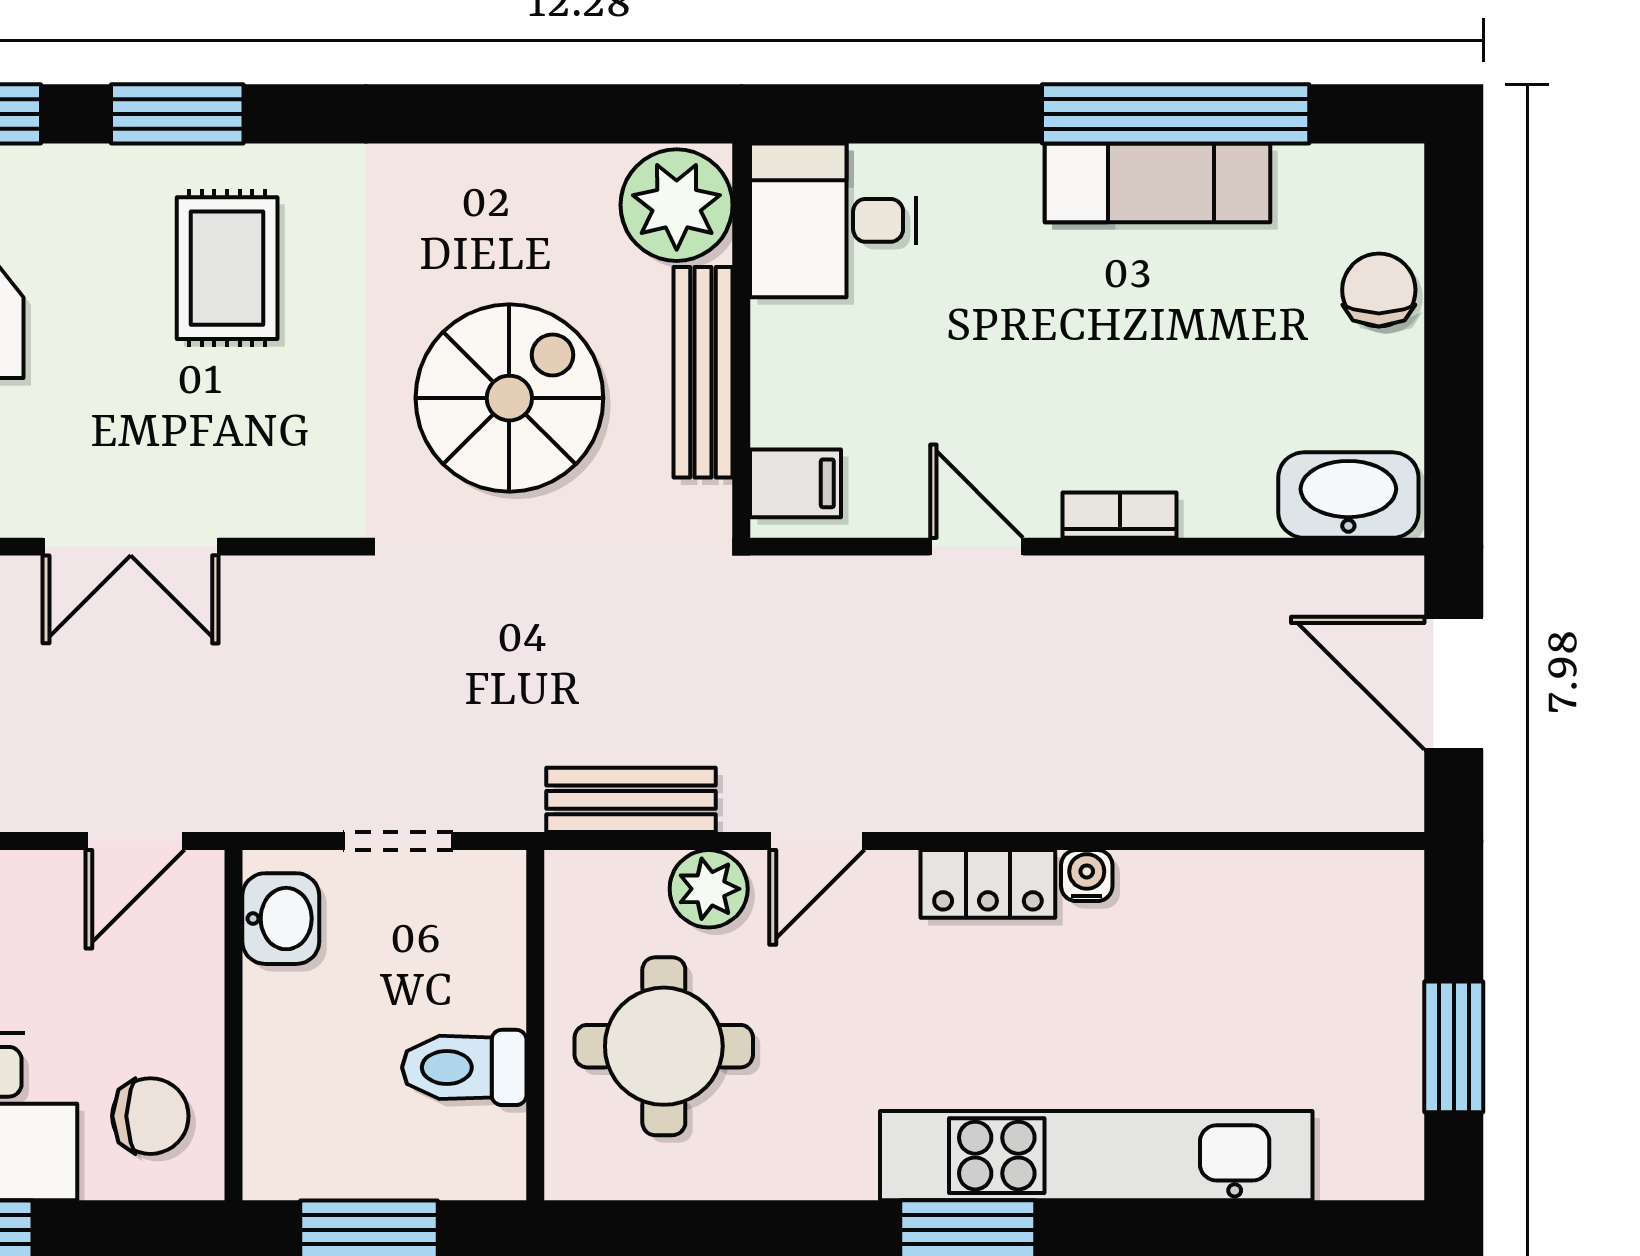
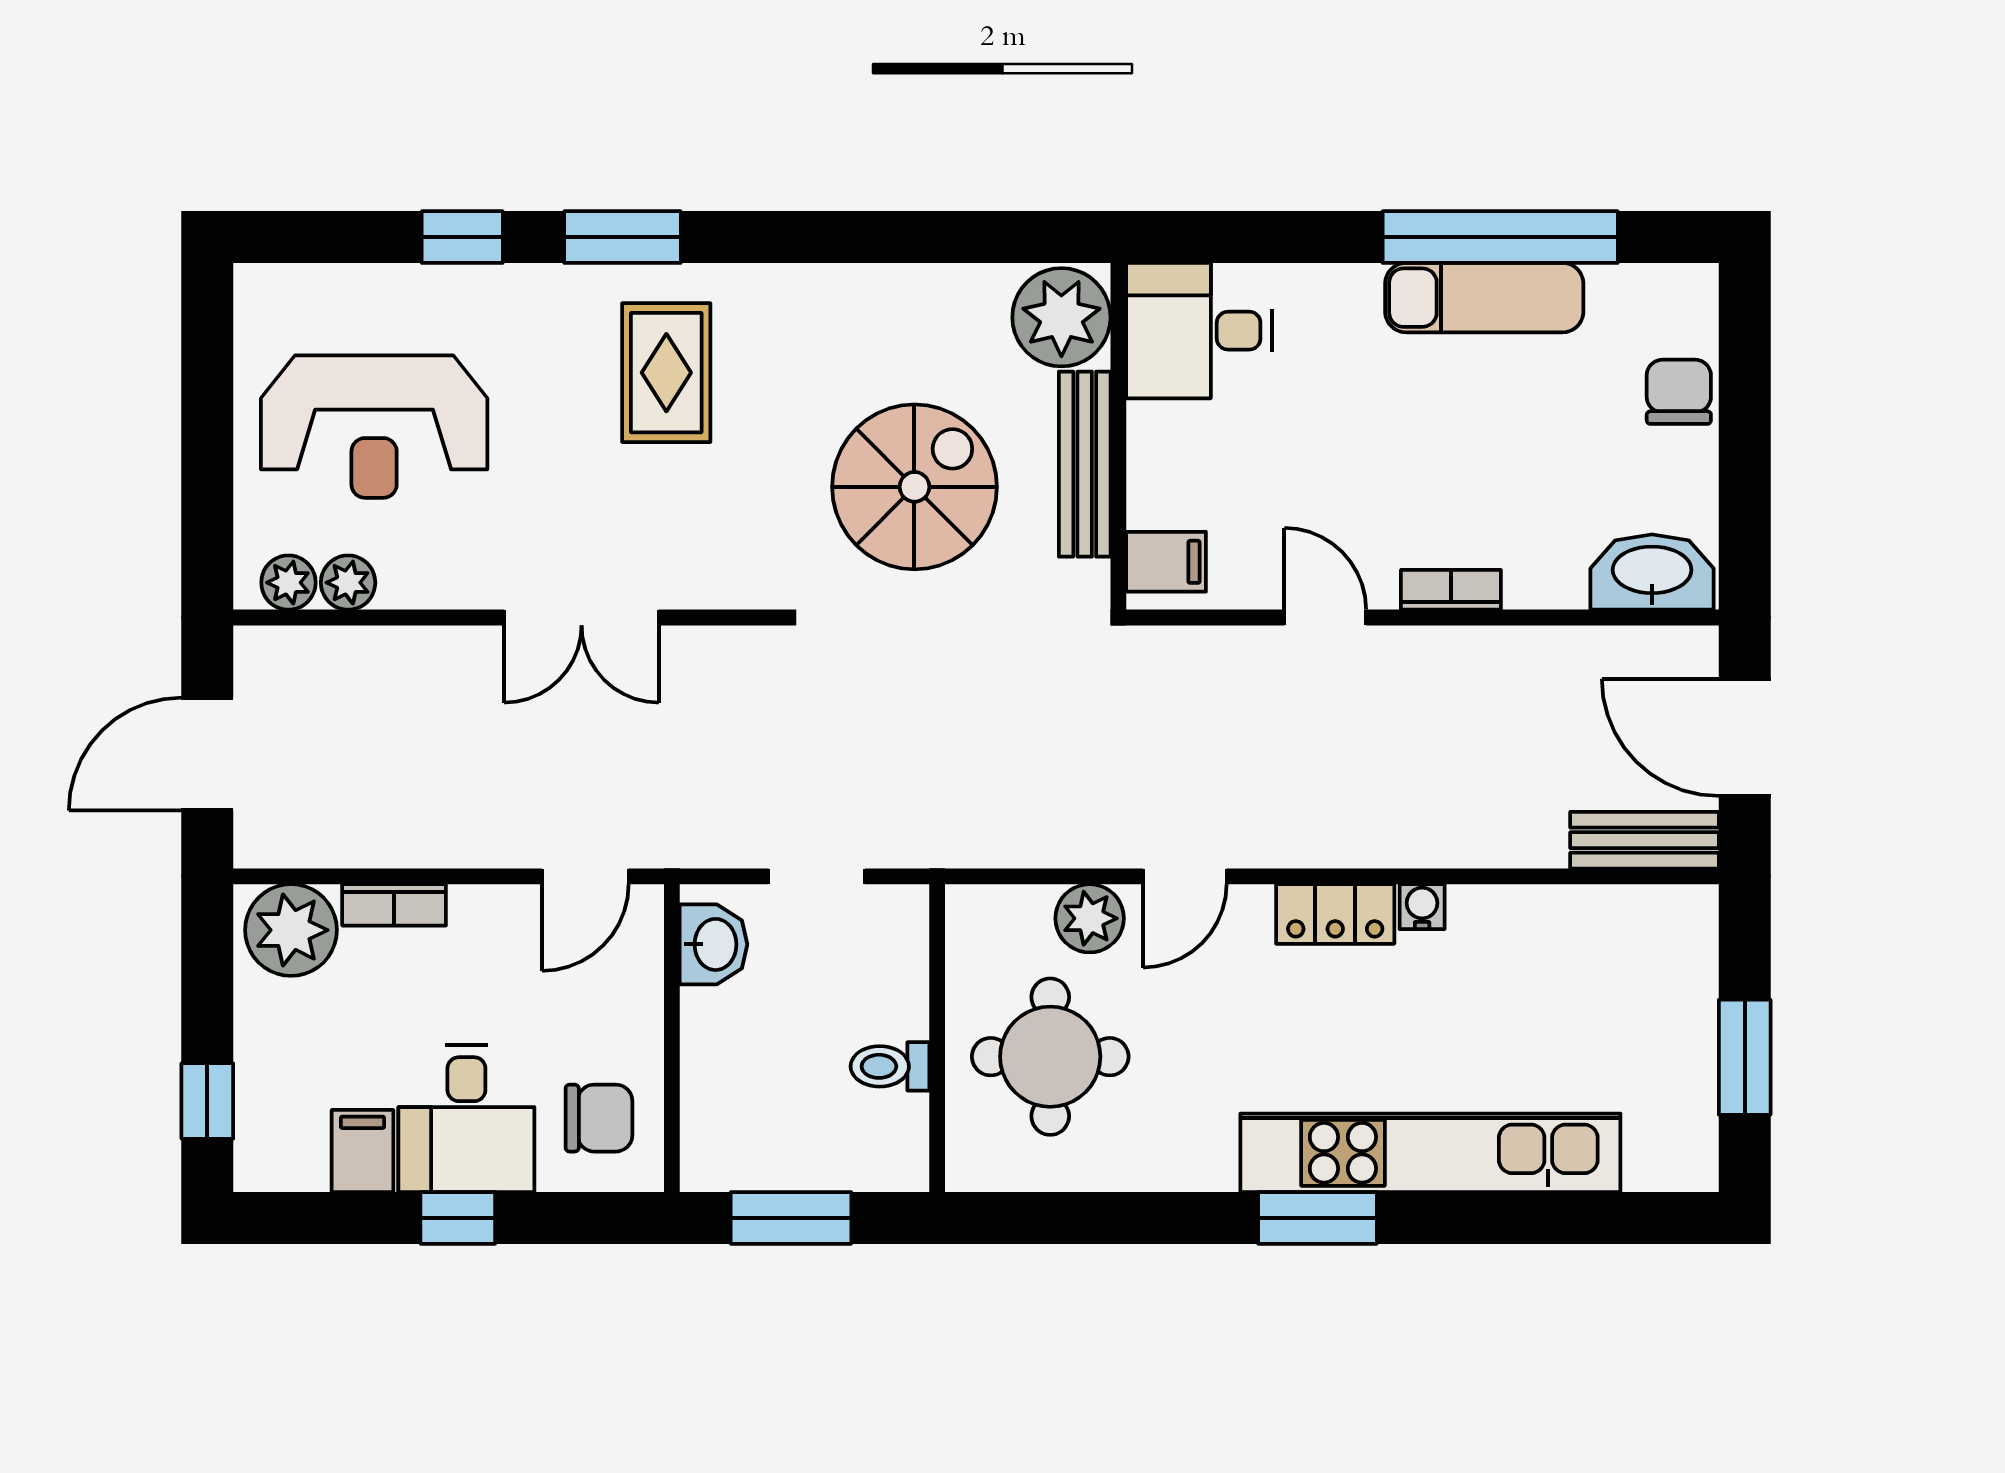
bench: (631, 800) -> (1645, 840), moved
toilet: (464, 1067) -> (890, 1066), width x0.73, depth x0.72

